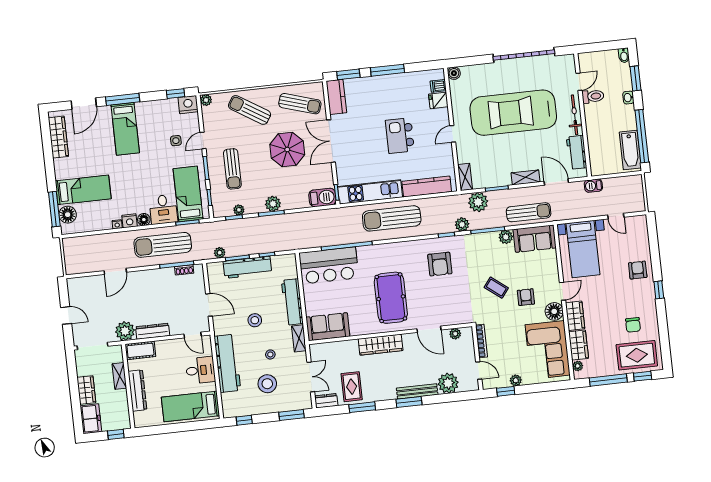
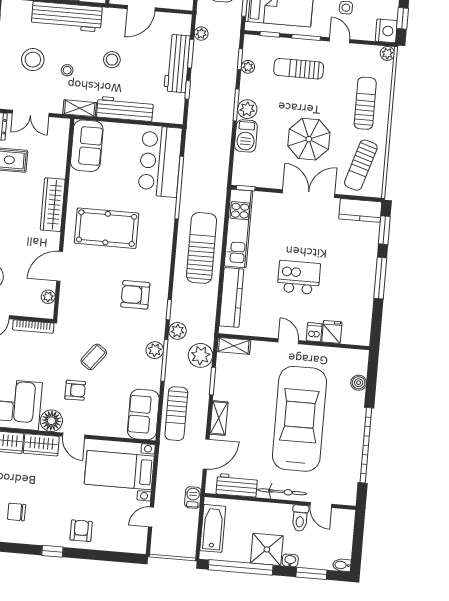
boiler: (454, 73) -> (359, 383), moved
dishwasher: (438, 86) -> (314, 332), moved
sun lounger: (250, 110) -> (365, 103), turned -32
shower: (623, 118) -> (267, 549), added
bathtub: (630, 150) -> (213, 528), moved, turned 90
barbecue: (322, 197) -> (246, 136), moved
plant: (506, 237) -> (155, 350), moved
armchair: (638, 270) -> (81, 531), turned -90

